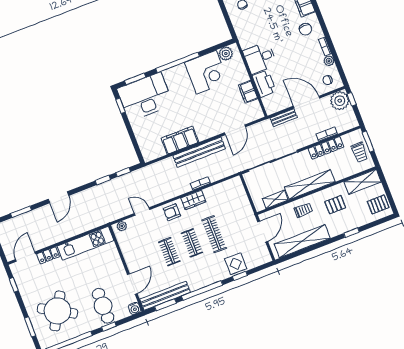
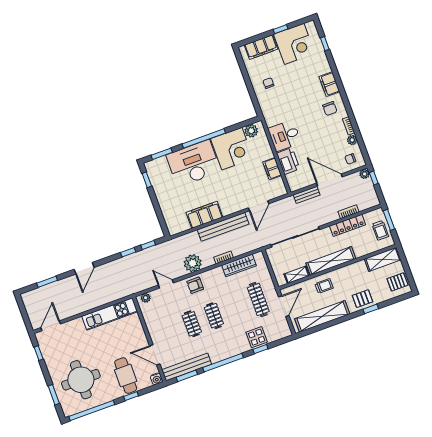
desk: (145, 97) -> (193, 163), moved
plant: (340, 101) -> (365, 174), width x0.53, depth x0.53
plant: (169, 190) -> (193, 263), added
wardrobe: (193, 200) -> (239, 265), moved, width x1.50
pallet: (335, 205) -> (363, 299), moved
clothes rail: (214, 234) -> (258, 300), moved
locker: (48, 255) -> (73, 325), removed
door: (132, 284) -> (155, 355), swing flipped
round table: (57, 311) -> (81, 380), turned -30

